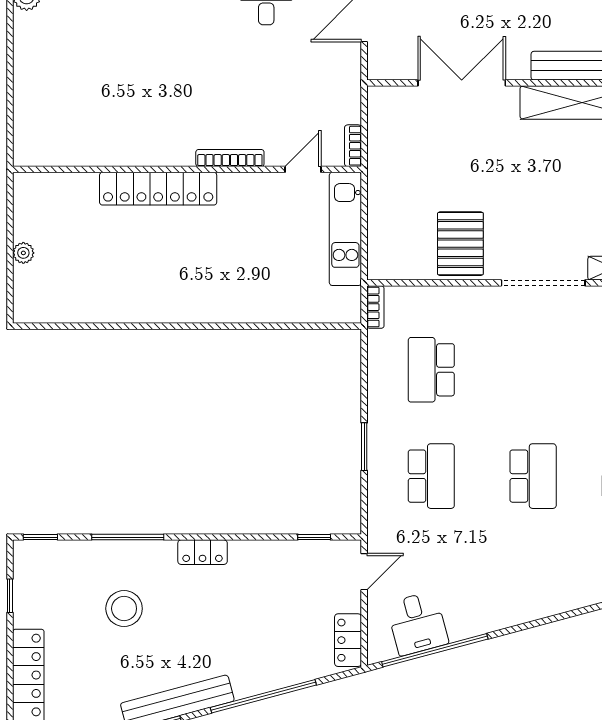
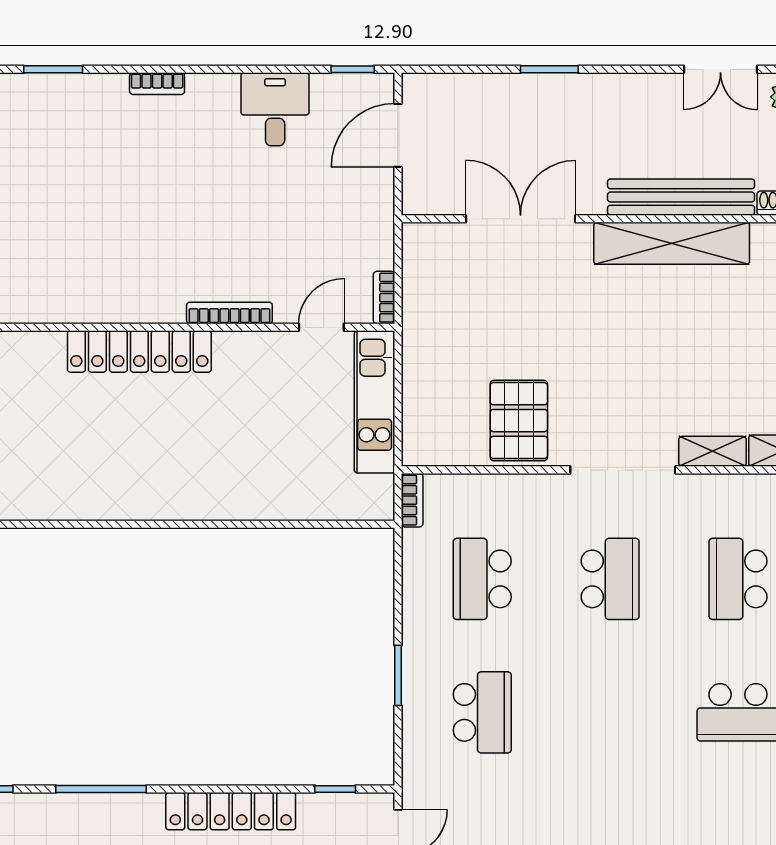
school desk: (533, 476) -> (610, 579), moved
locker: (203, 552) -> (231, 811), width x2.16, depth x1.21

